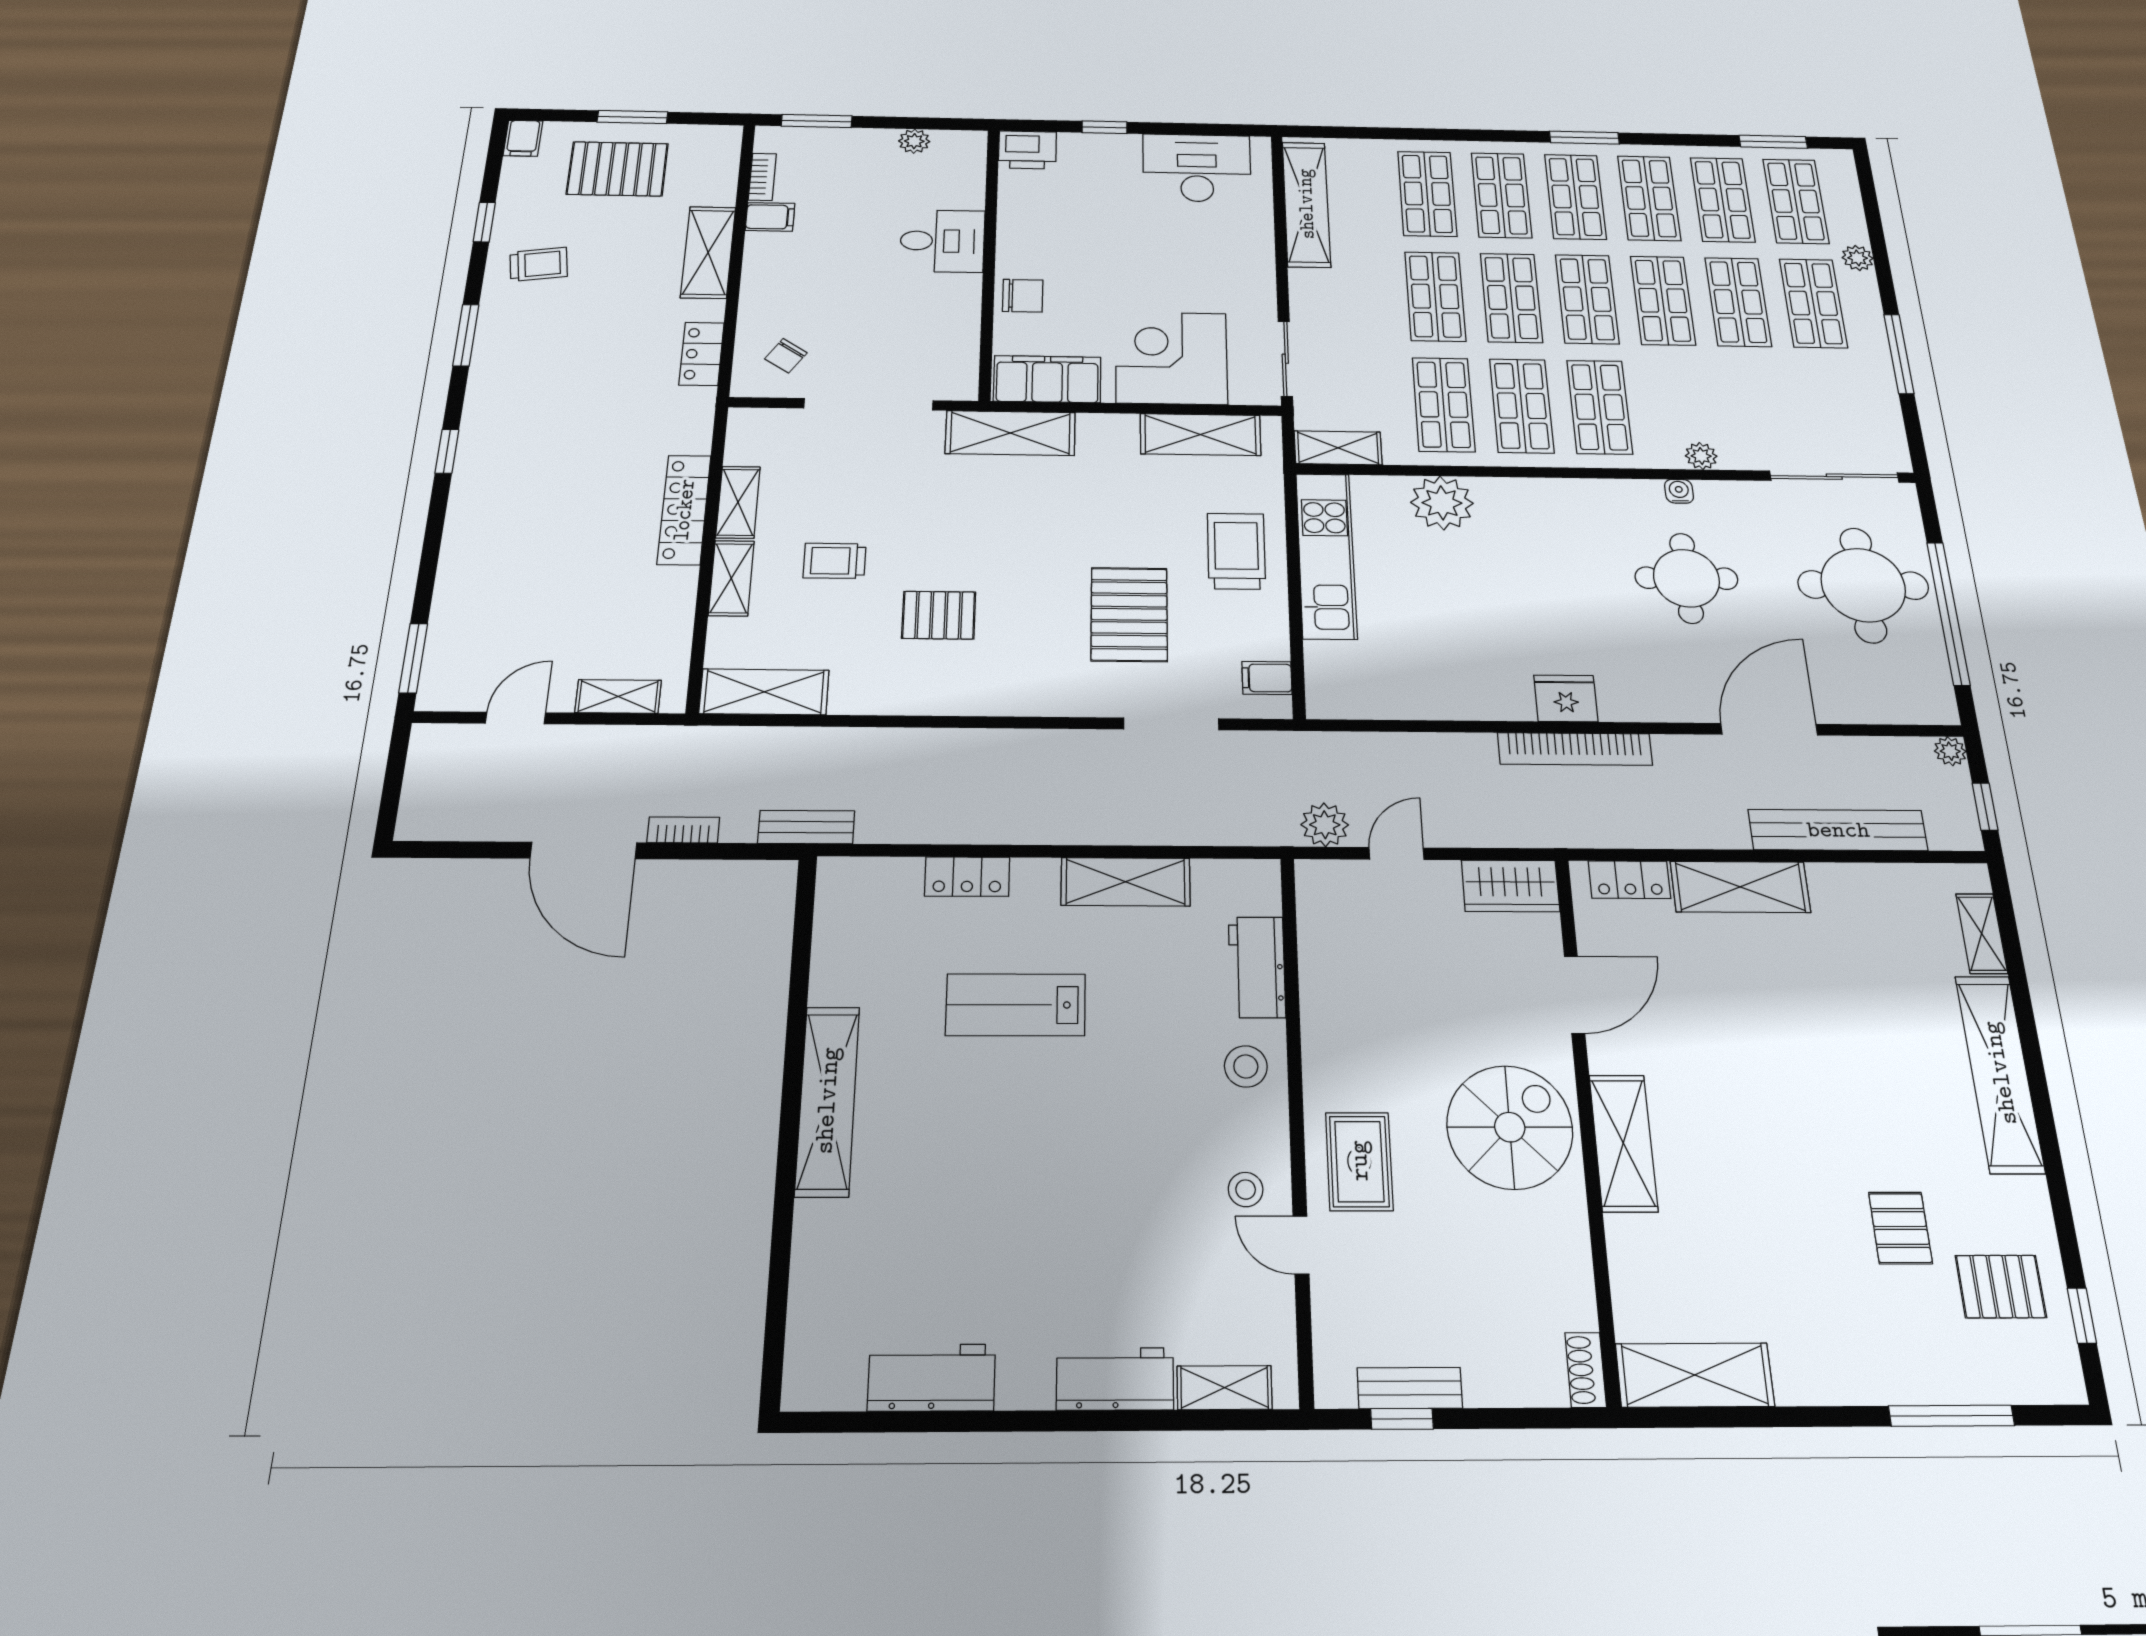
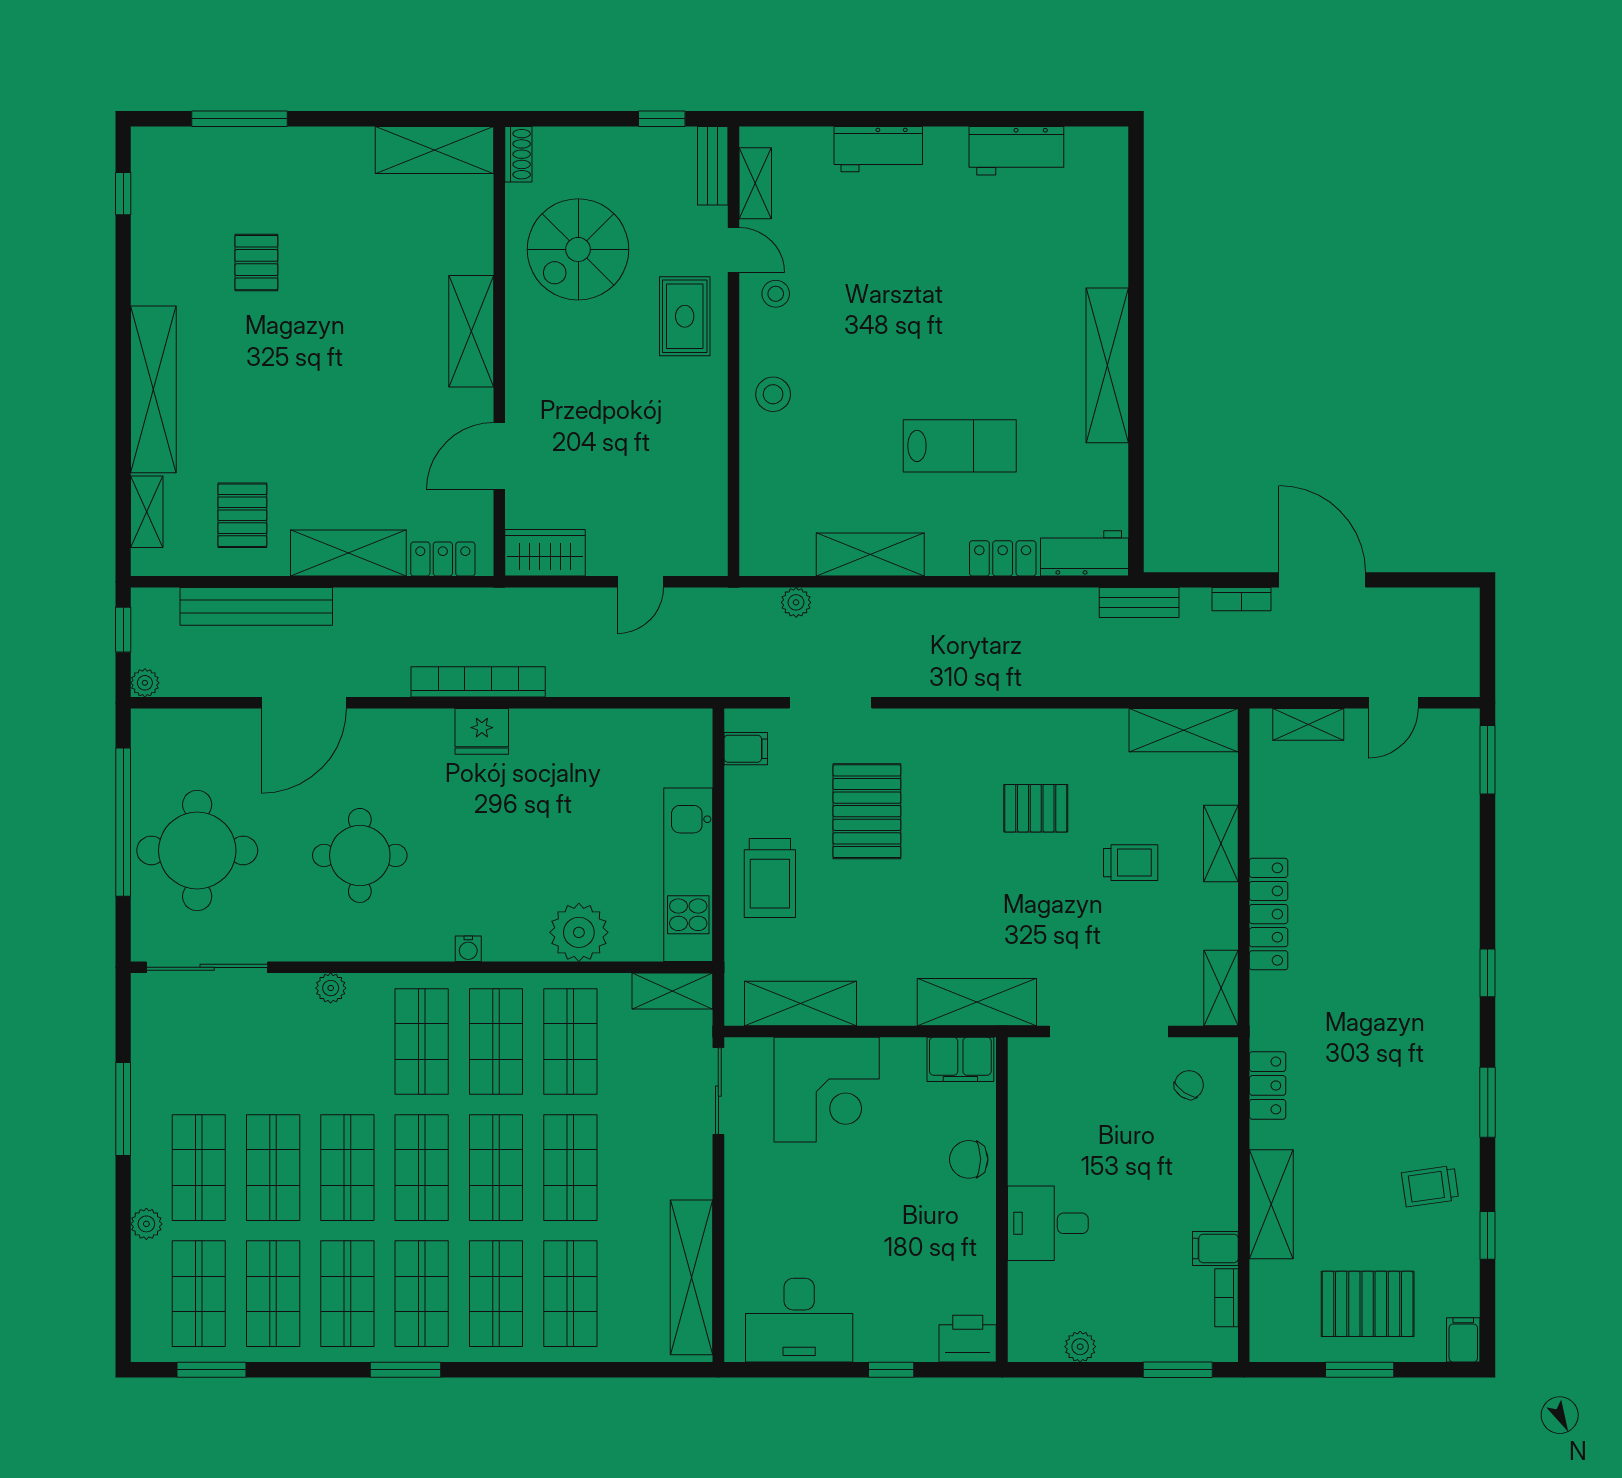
filing cabinet: (1047, 379) -> (960, 1059), width x0.67, depth x0.86
water cooler: (1679, 491) -> (468, 949), moved
shelving: (738, 502) -> (1221, 988), moved
plant: (1325, 825) -> (796, 602), moved, width x0.73, depth x0.73
workbench: (1257, 967) -> (1085, 553), moved, turned -90
spiral stairs: (1510, 1127) -> (578, 249), moved
pallet: (2001, 1286) -> (242, 515), moved, turned 90
shelving: (1224, 1388) -> (755, 183), moved, turned 90
bench: (1410, 1388) -> (713, 166), moved, turned 90

